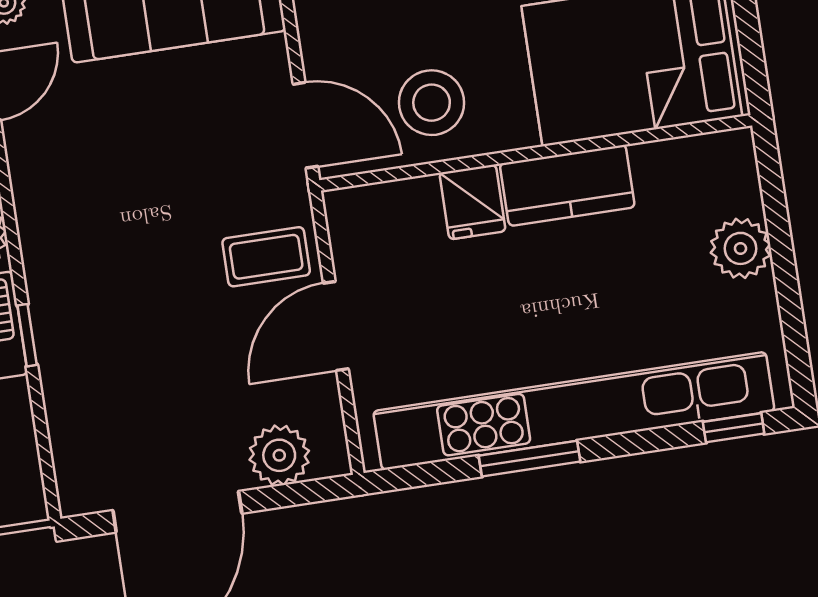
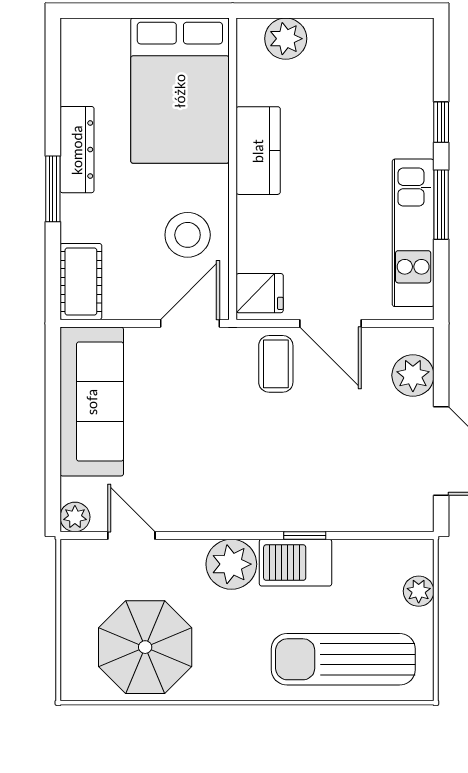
fridge: (473, 202) -> (260, 293), moved
plant: (740, 248) -> (286, 39), moved
kitchen unit: (574, 411) -> (413, 233), width x0.54
window: (734, 428) -> (441, 122), moved

